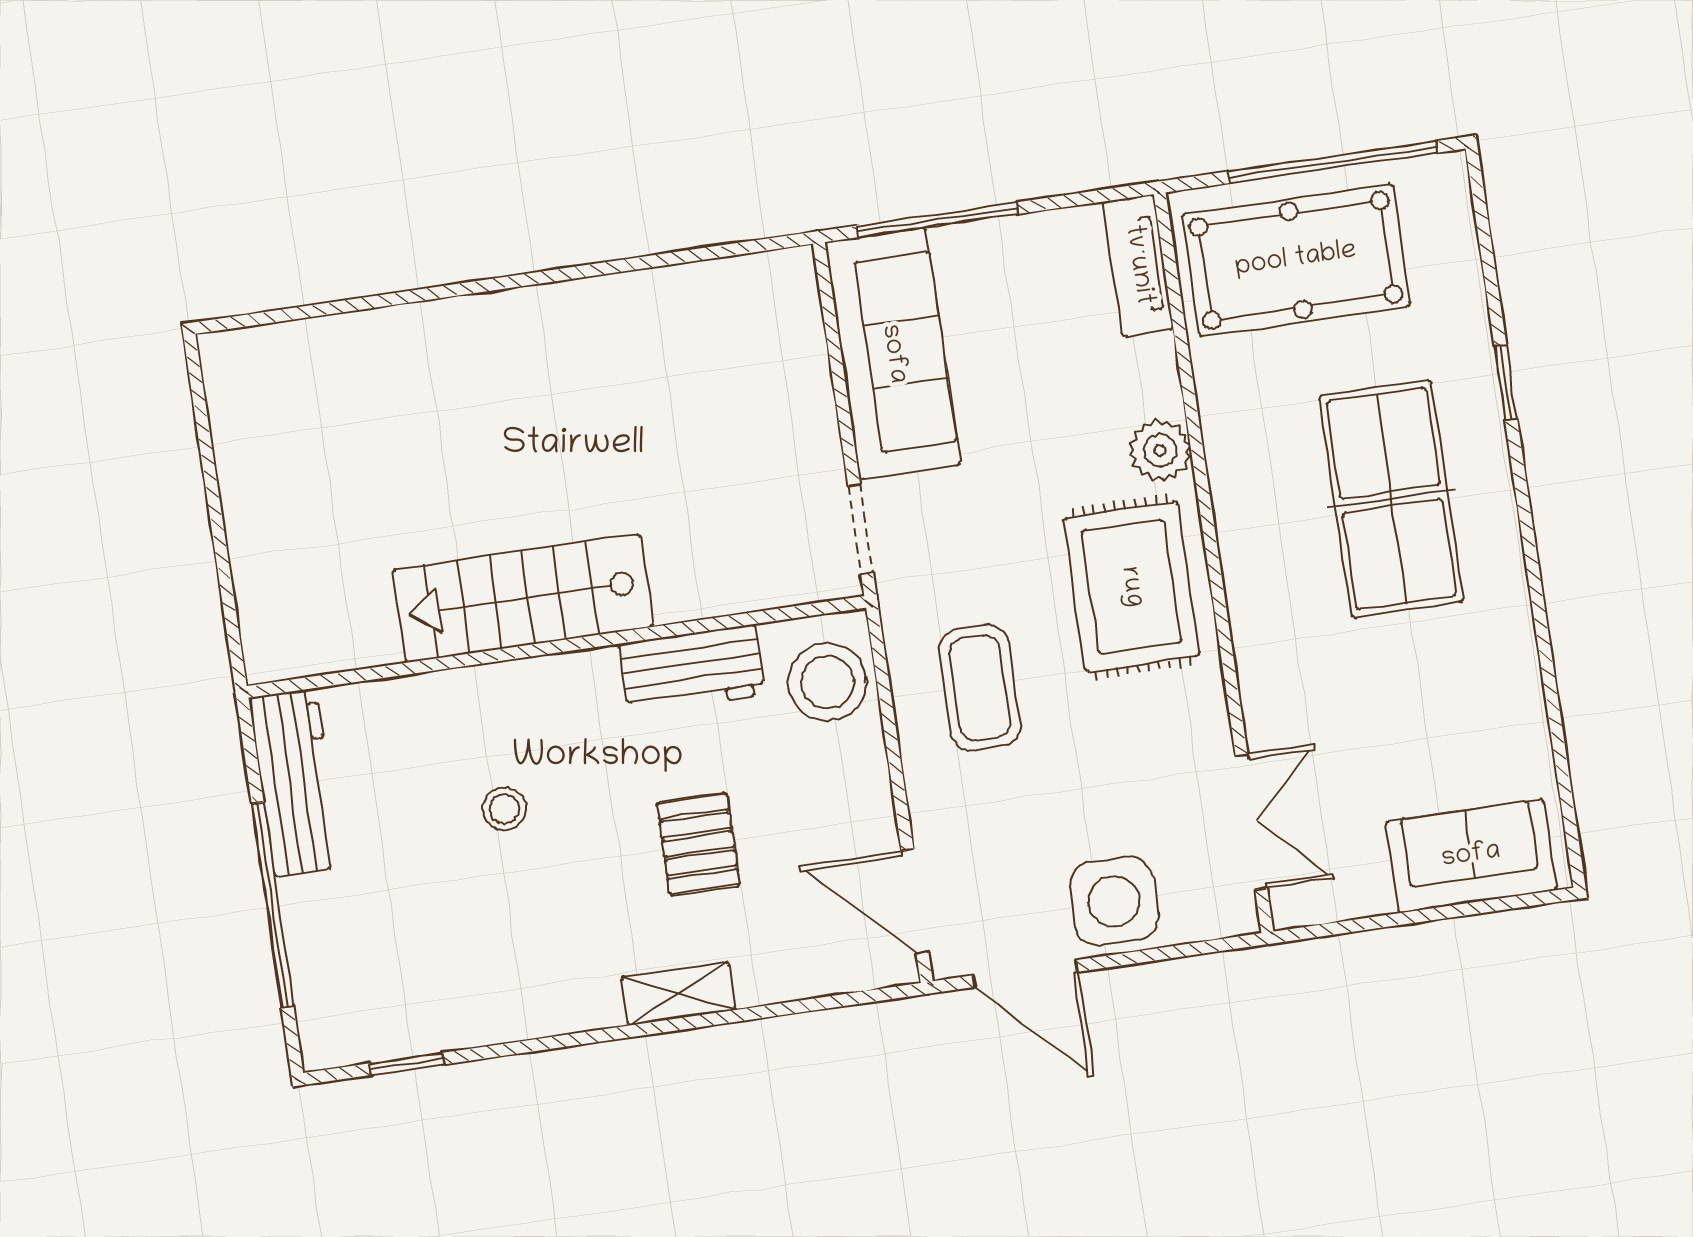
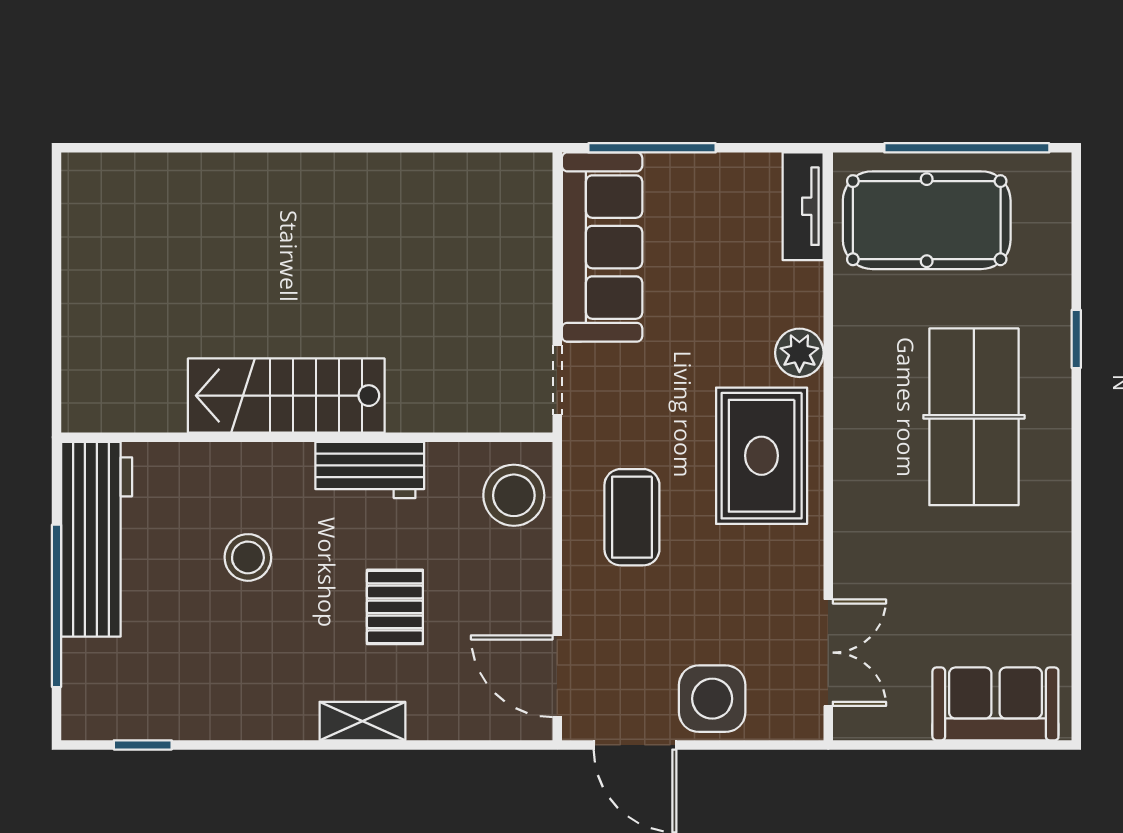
workbench: (692, 669) -> (370, 470), moved
workbench: (295, 783) -> (97, 539), width x1.36, depth x1.32
stool: (504, 809) -> (248, 557), width x1.37, depth x1.37

